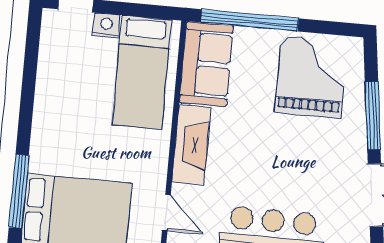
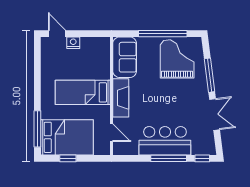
window: (250, 20) -> (163, 34), moved
bed: (142, 72) -> (83, 92), moved, turned 90

